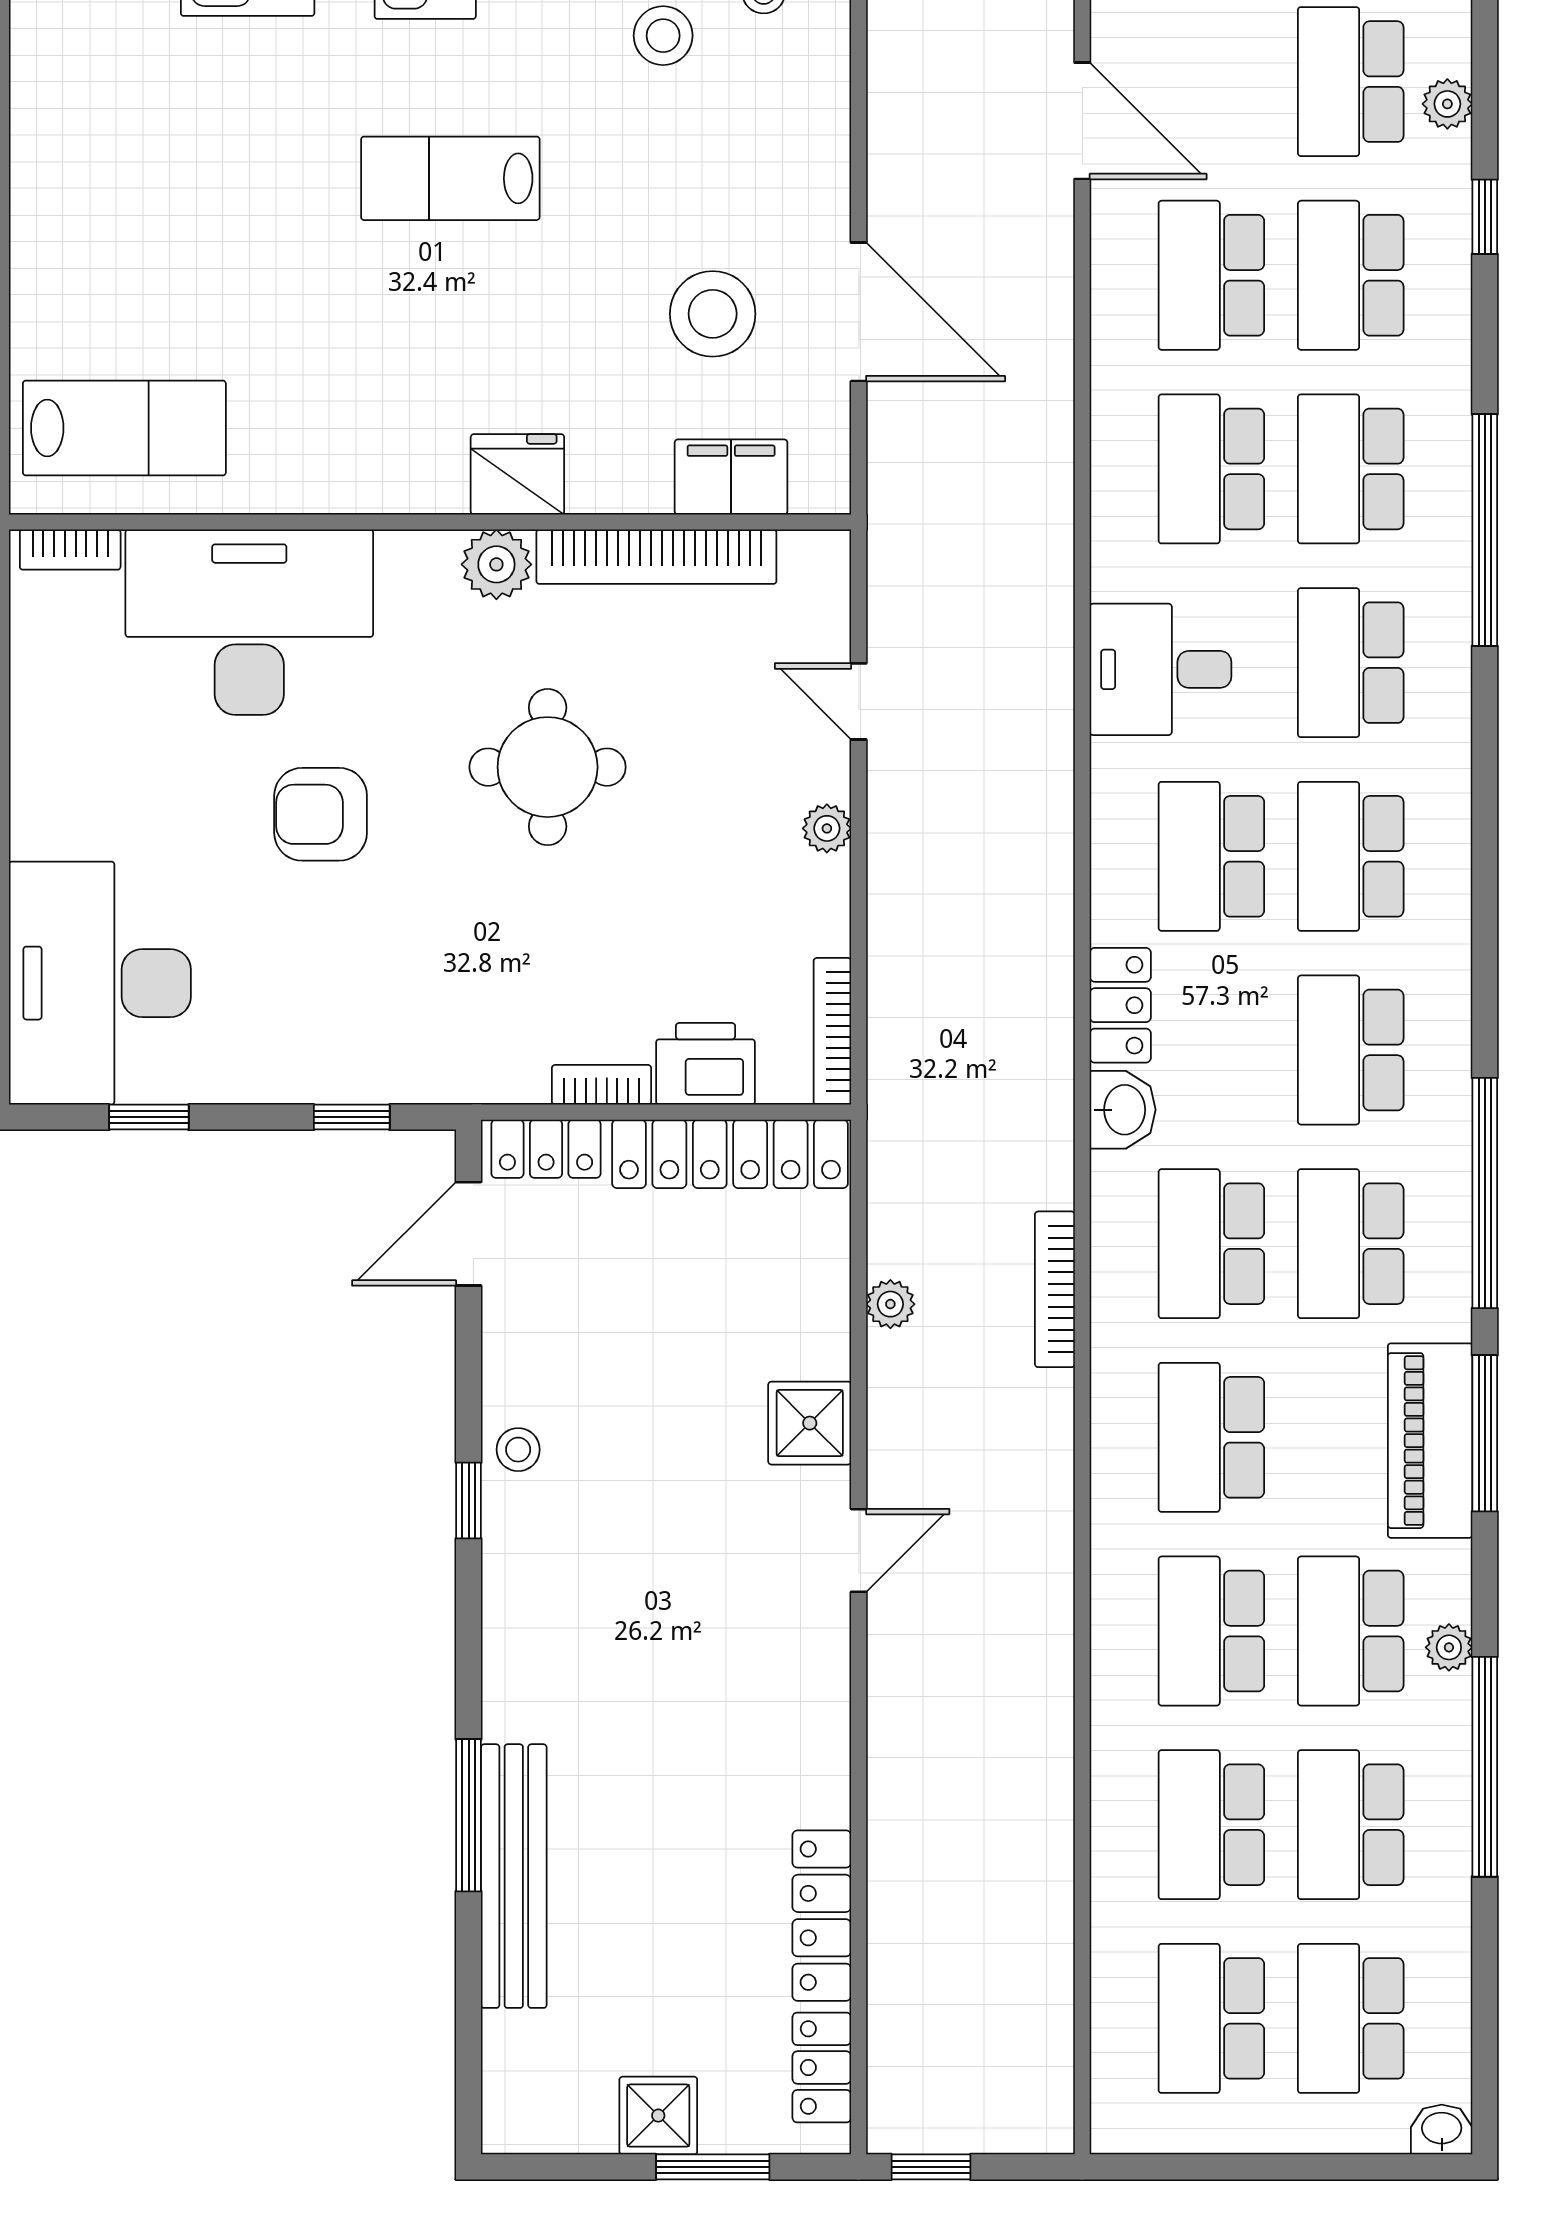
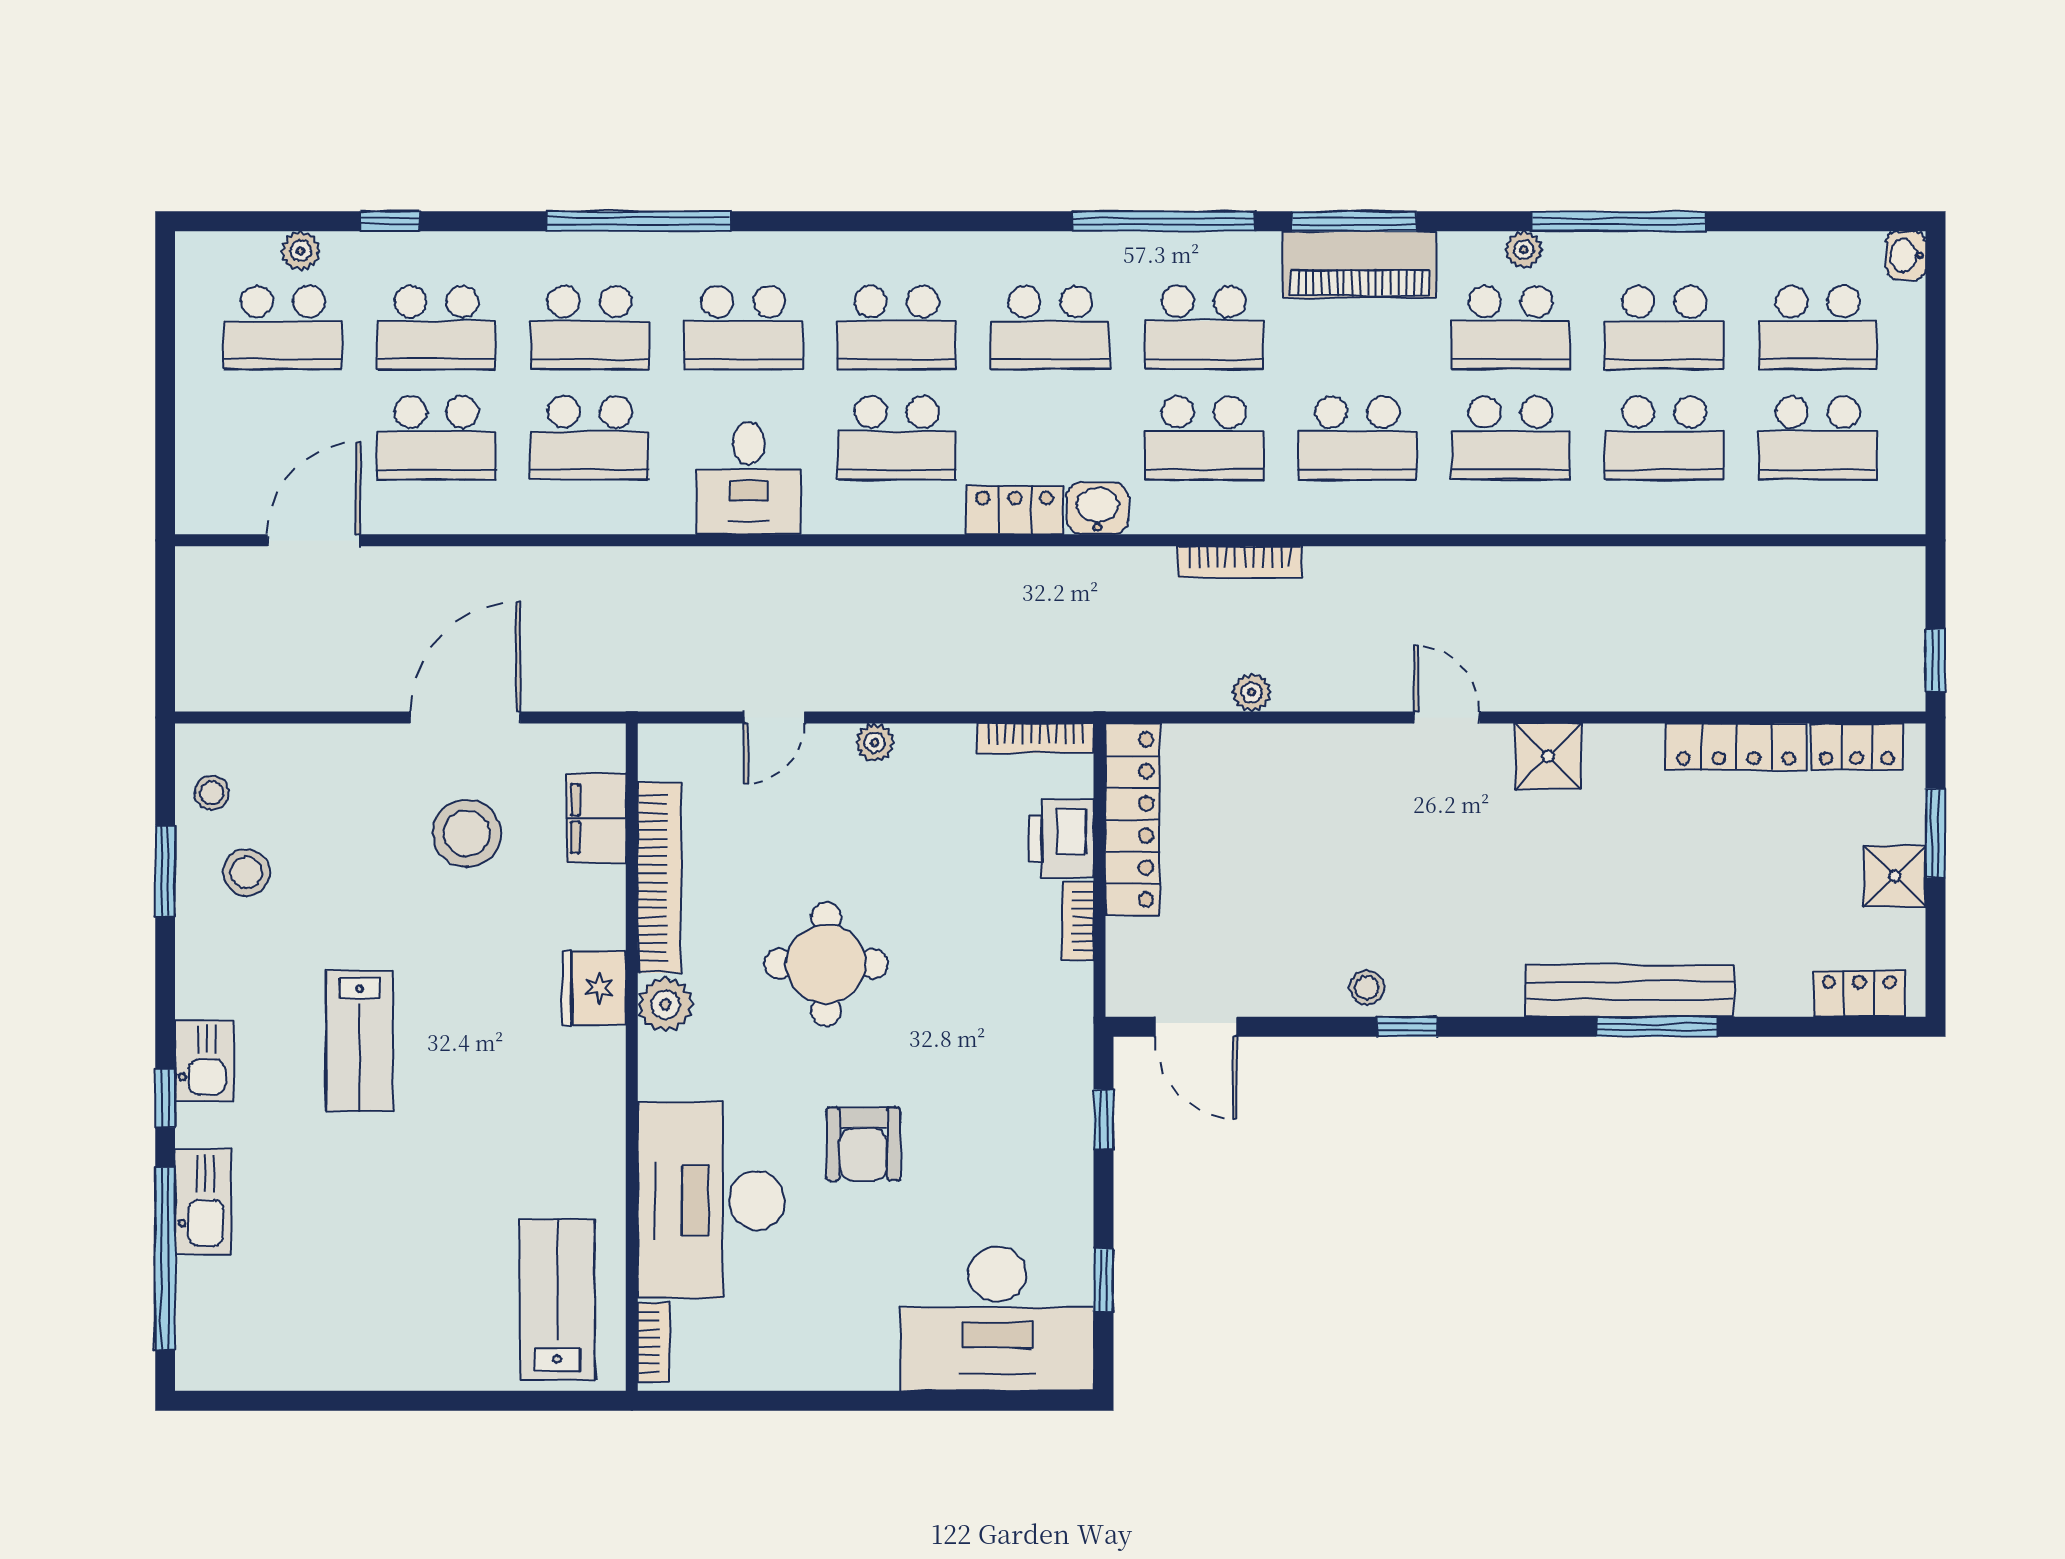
locker: (546, 1149) -> (1859, 994), moved, turned -90
shower: (810, 1423) -> (1548, 756), moved
bench: (514, 1876) -> (1630, 991), moved

